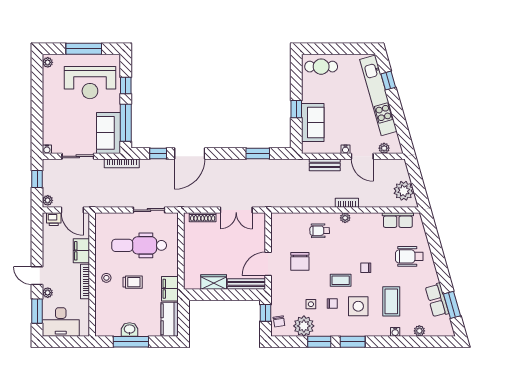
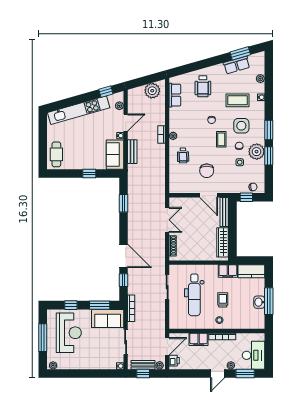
window: (388, 81) -> (106, 92), moved
window: (126, 123) -> (100, 305), width x0.69
sofa: (313, 123) -> (115, 155), moved, turned -90
bench: (48, 179) -> (143, 365), added
chair: (300, 261) -> (207, 171), turned 90
wardrobe: (214, 282) -> (223, 242), width x1.50
plant: (304, 326) -> (257, 152), moved

